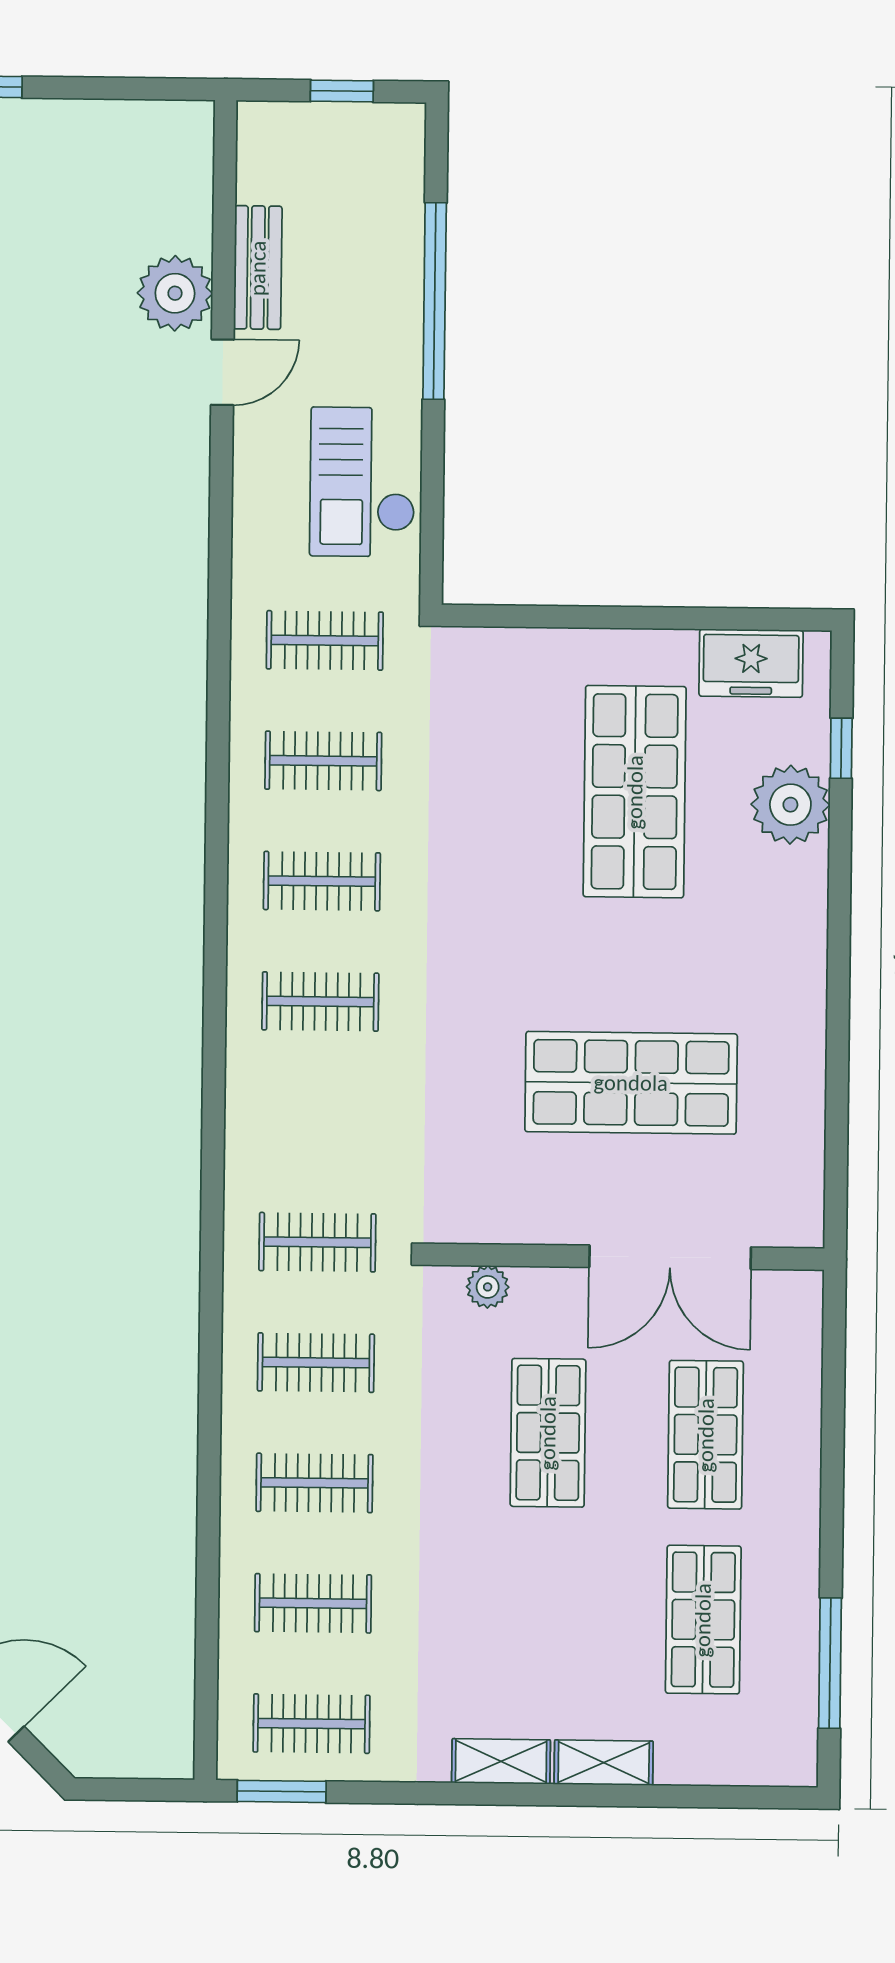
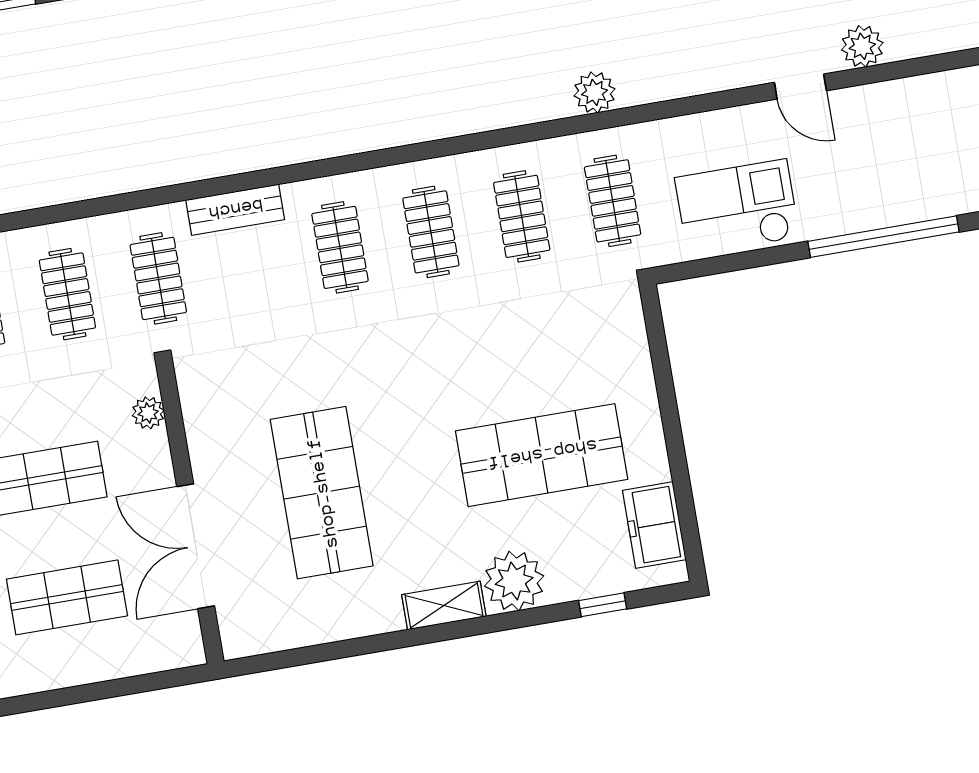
bench: (258, 268) -> (235, 210), moved
plant: (175, 293) -> (862, 46), width x0.73, depth x0.73
plant: (181, 638) -> (594, 92), added
plant: (790, 805) -> (514, 581), moved
shelving: (805, 952) -> (444, 605), added

